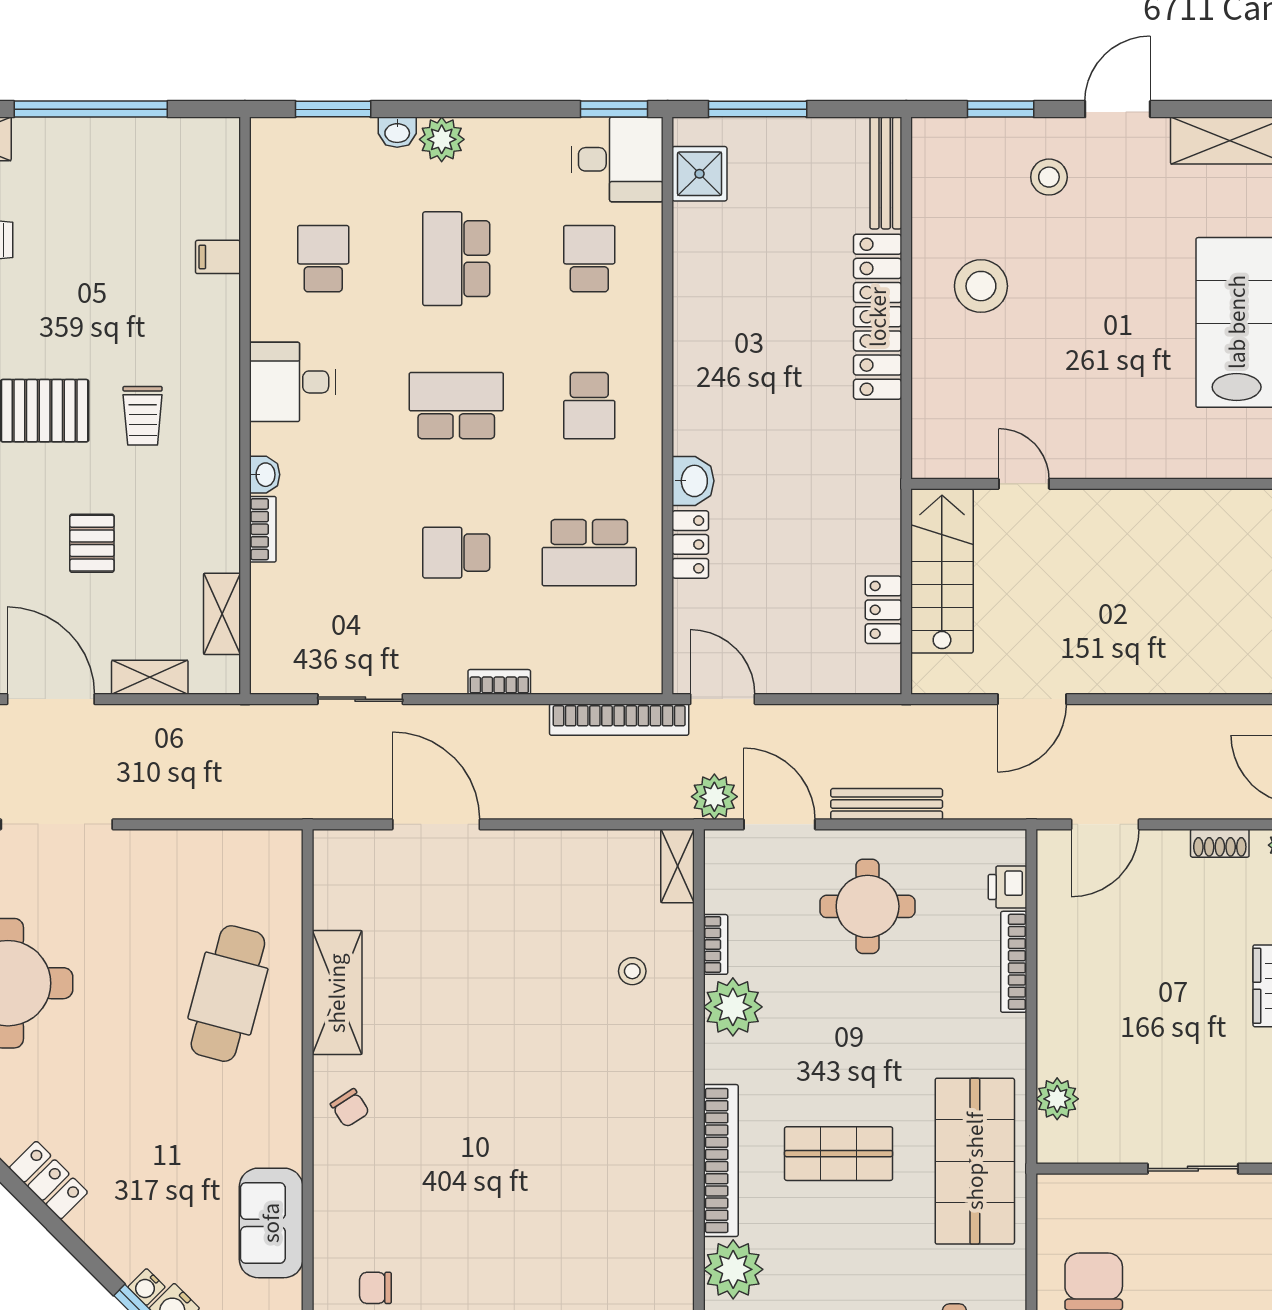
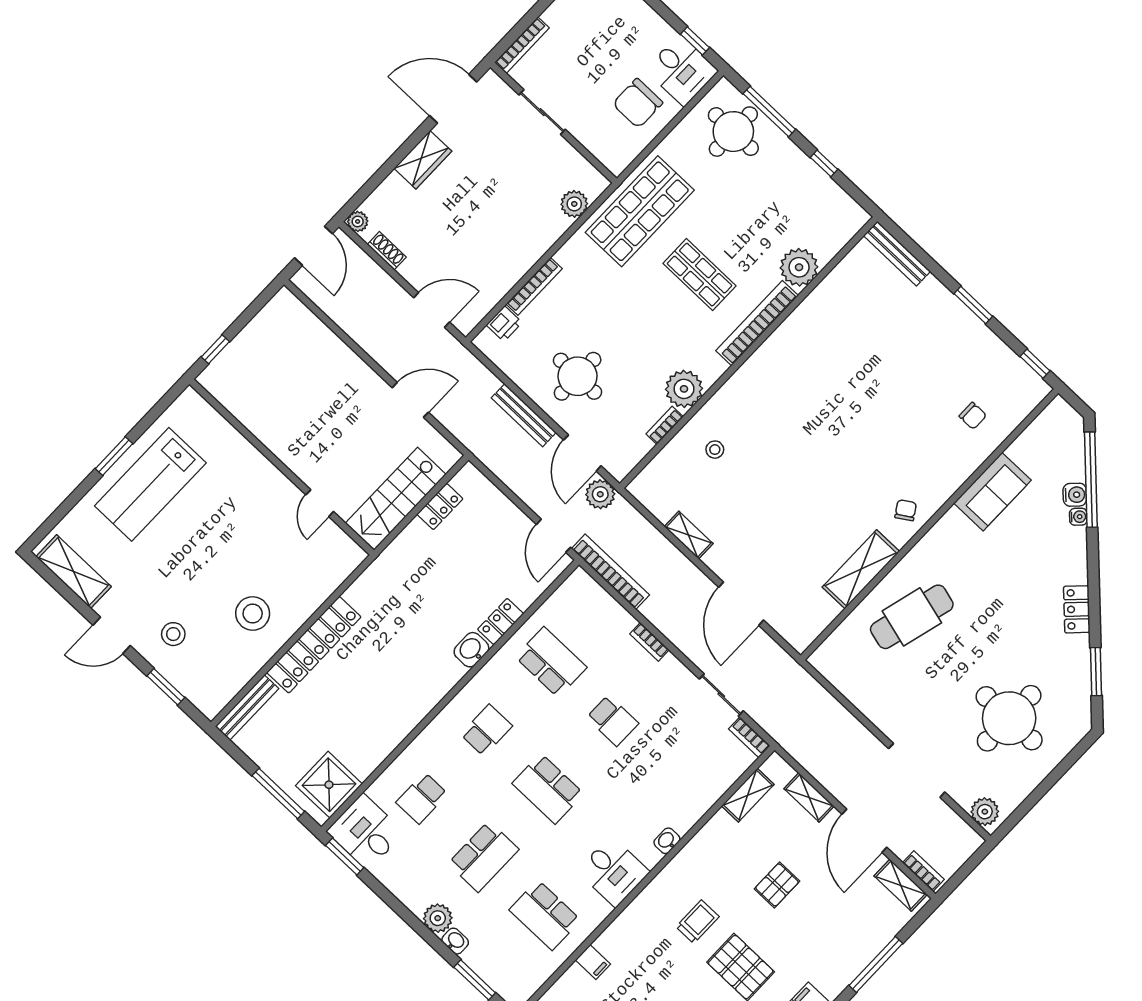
shower: (700, 174) -> (329, 785), width x1.36, depth x1.36
school desk: (323, 259) -> (545, 915), width x1.85
bookcase: (263, 529) -> (749, 737), moved, turned -90
shelving: (678, 866) -> (689, 535), moved, turned 90

